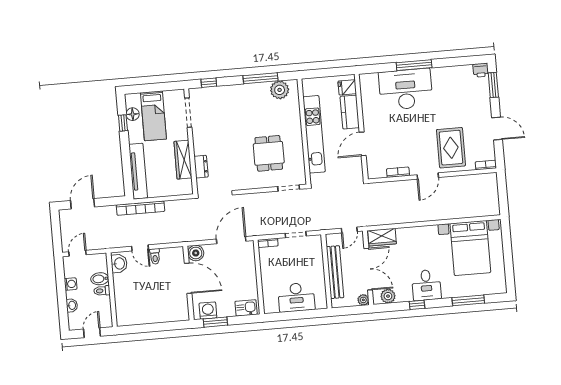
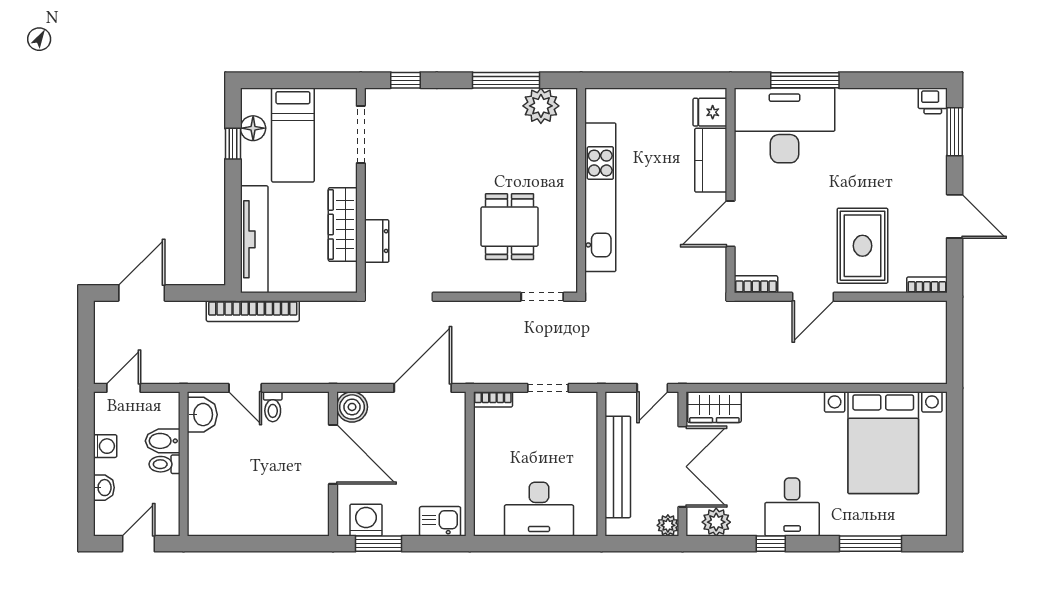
fridge: (347, 87) -> (710, 112), moved
kitchen counter: (350, 112) -> (711, 160), moved
wall: (361, 127) -> (731, 190), moved
door: (363, 144) -> (731, 224), moved

